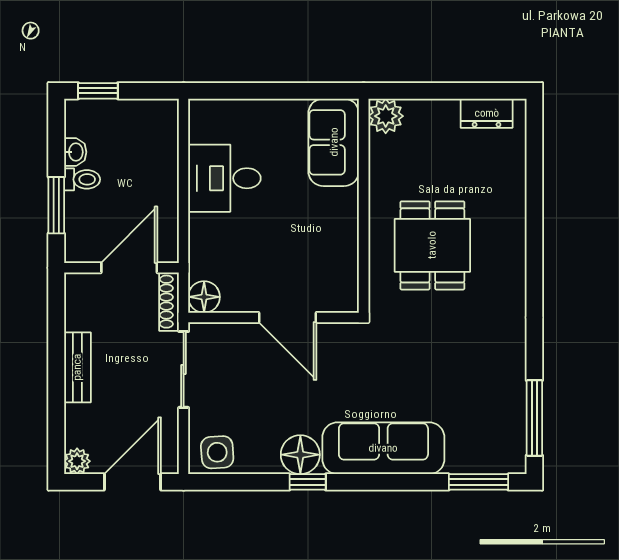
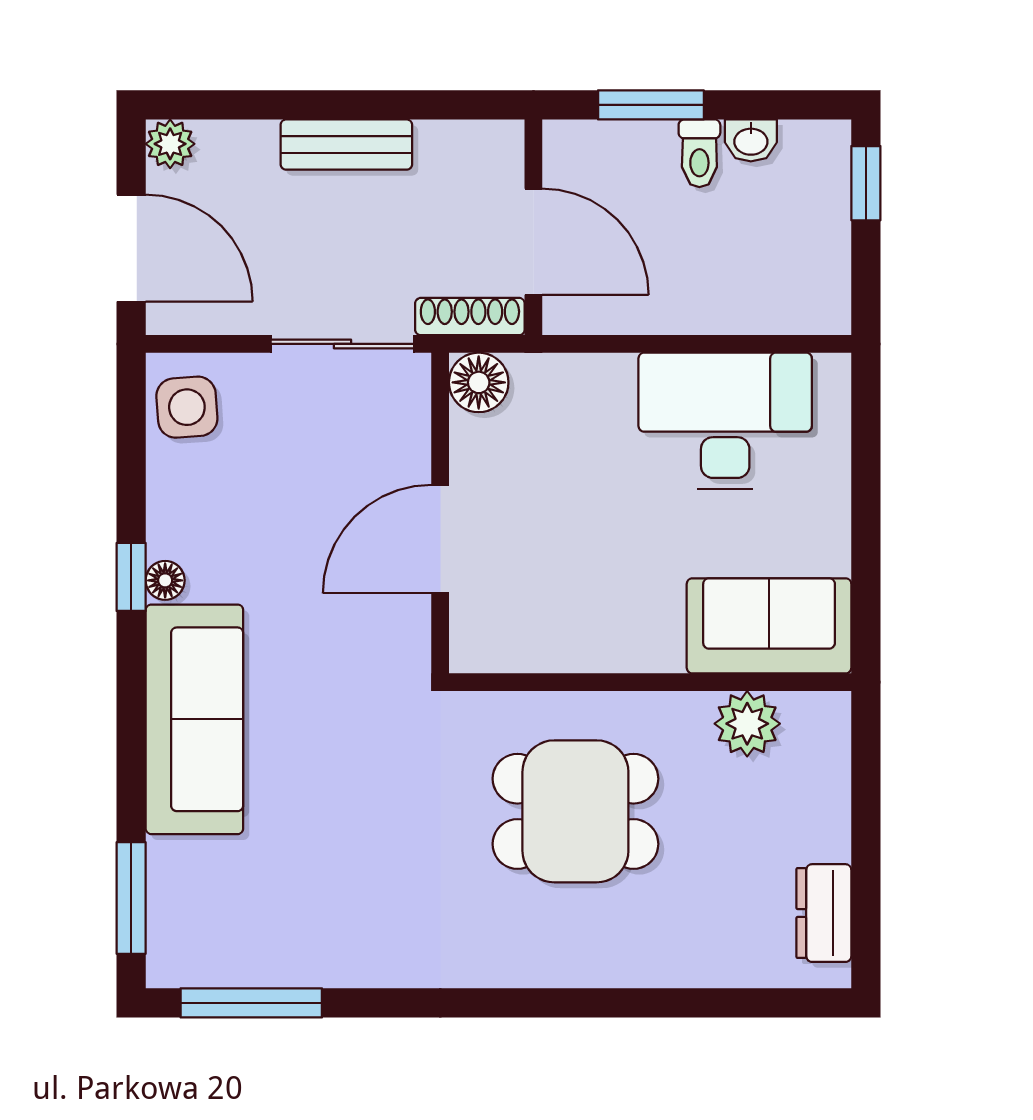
plant: (386, 116) -> (747, 724), moved
desk: (224, 178) -> (725, 421), width x1.37
floor lamp: (300, 455) -> (165, 580), width x0.53, depth x0.53

